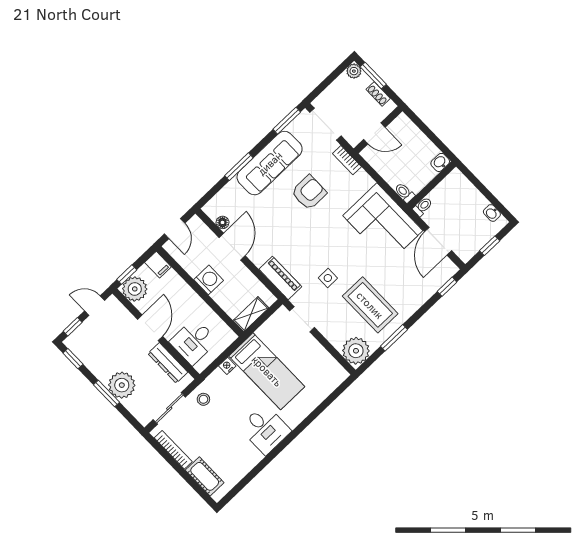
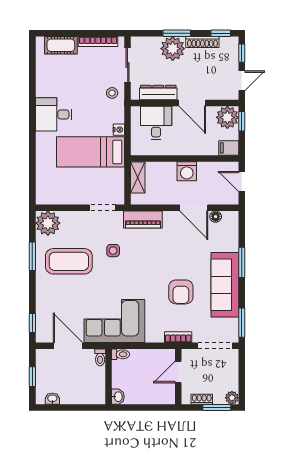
shoe rack: (94, 366) -> (202, 42), added

